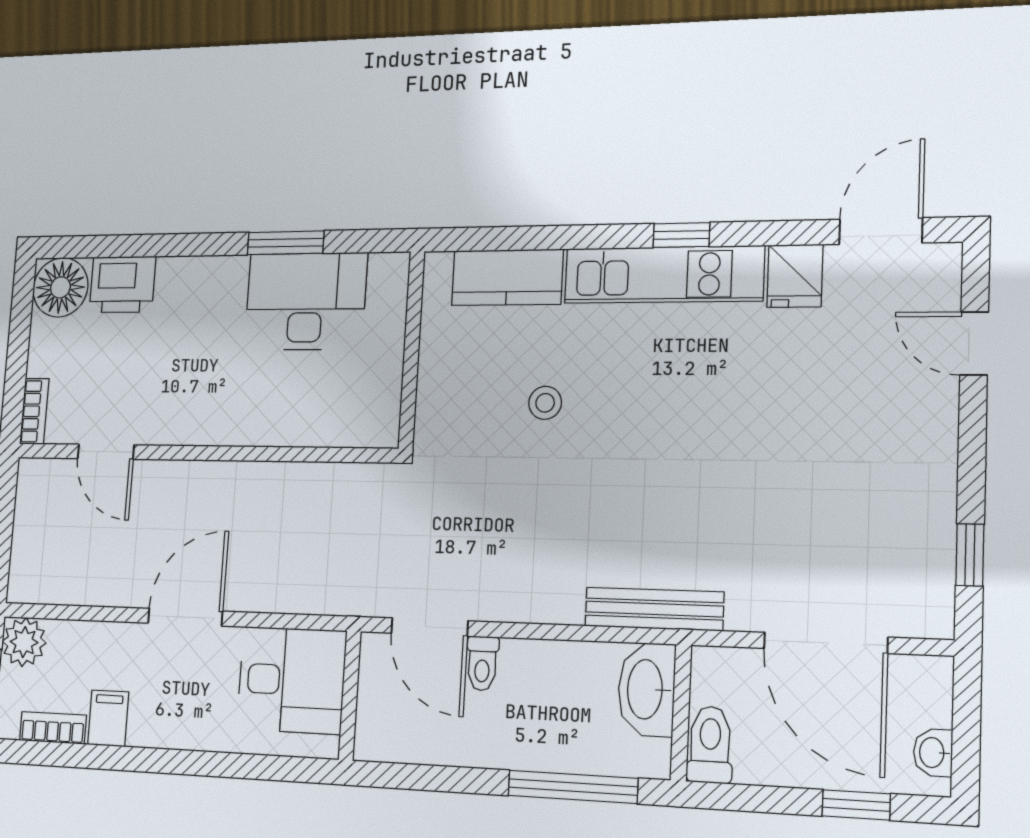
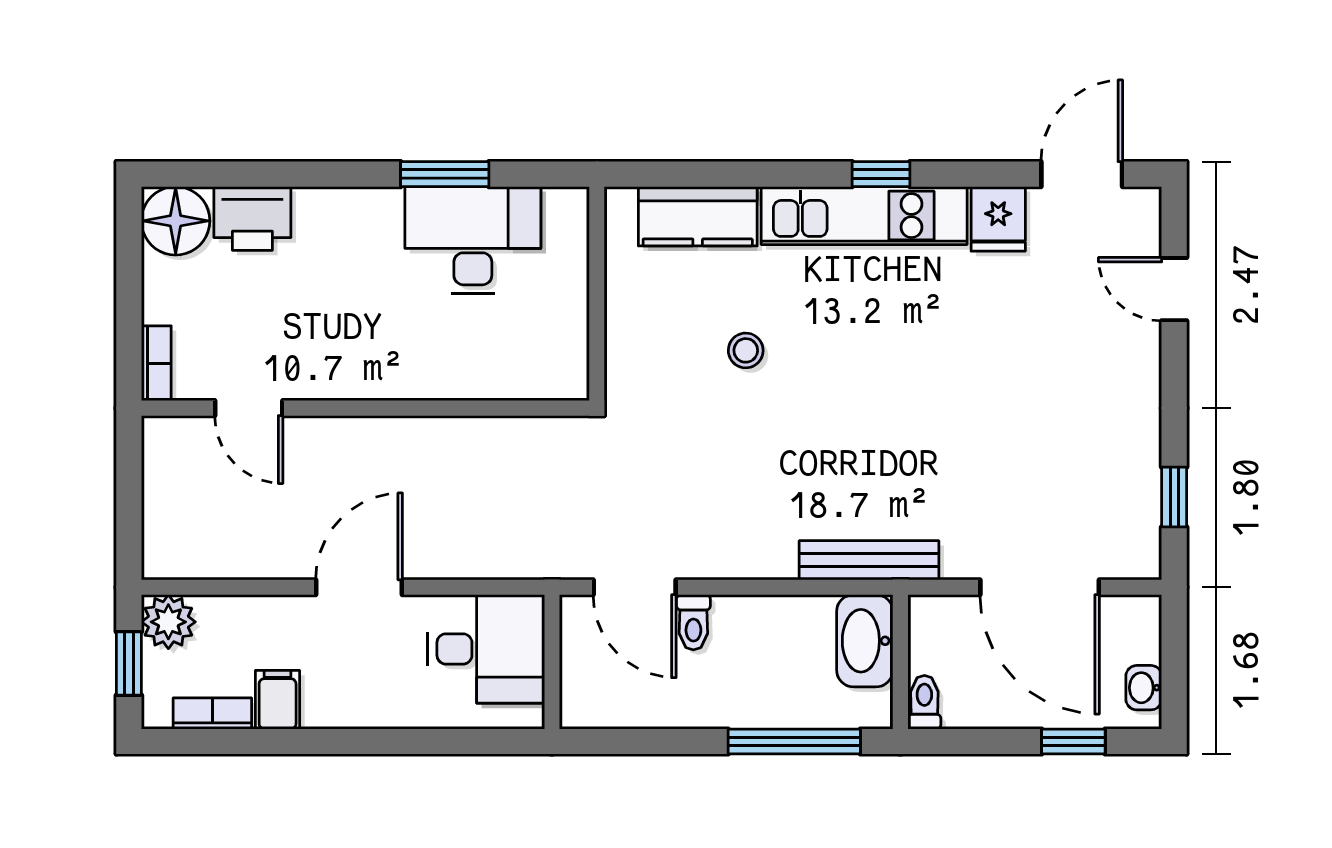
toilet: (710, 745) -> (924, 702), width x0.73, depth x0.72

